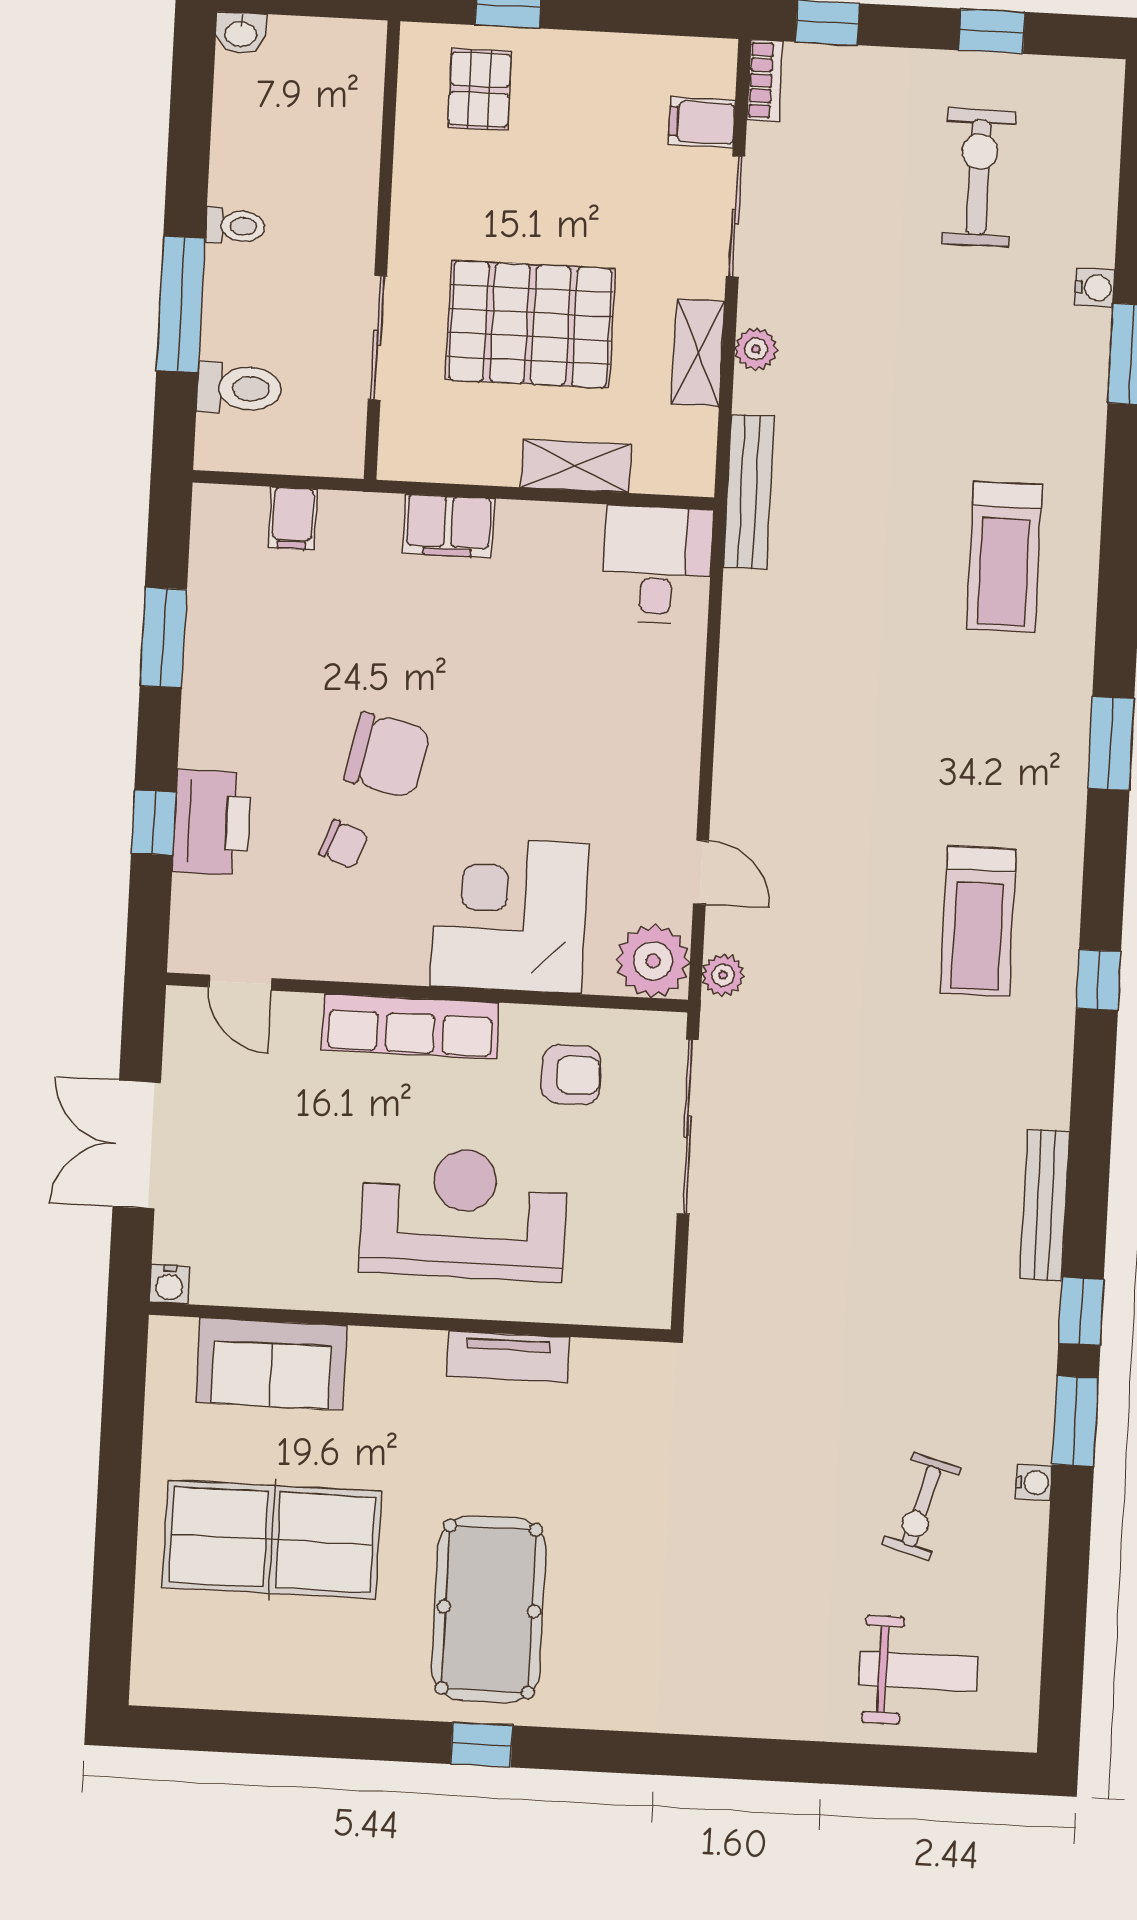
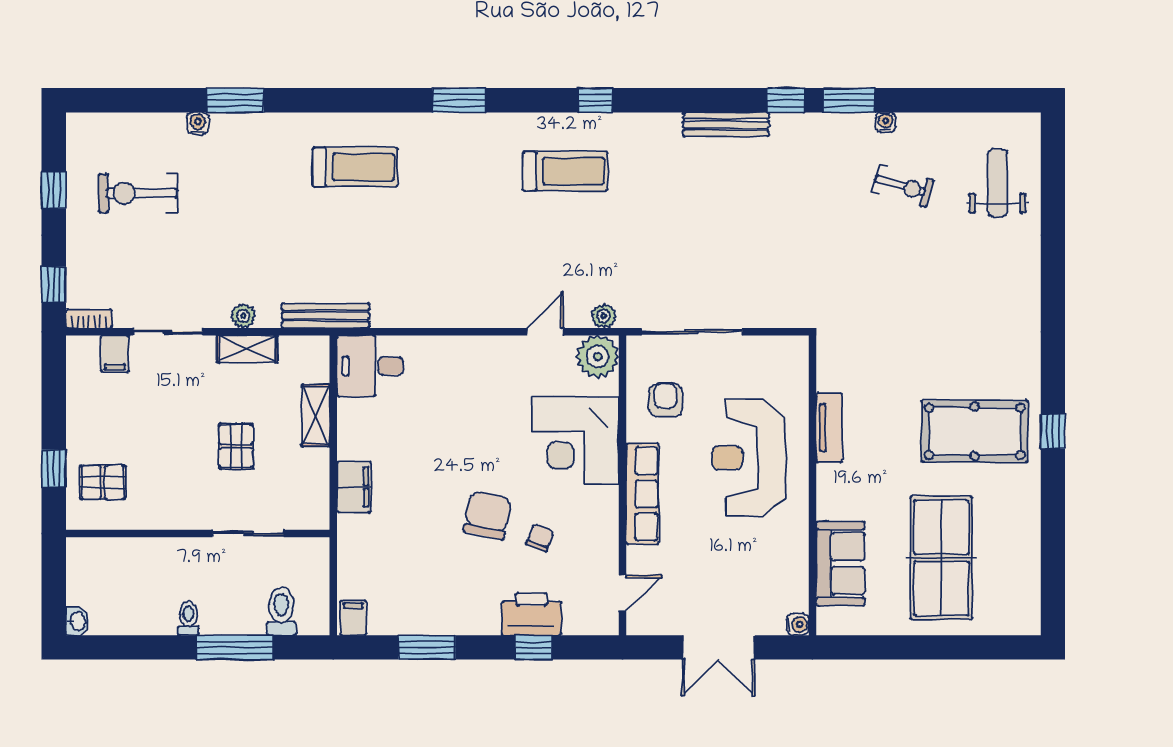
pallet: (530, 324) -> (236, 446), width x0.49, depth x0.50
filing cabinet: (293, 518) -> (353, 618), moved, turned -90

